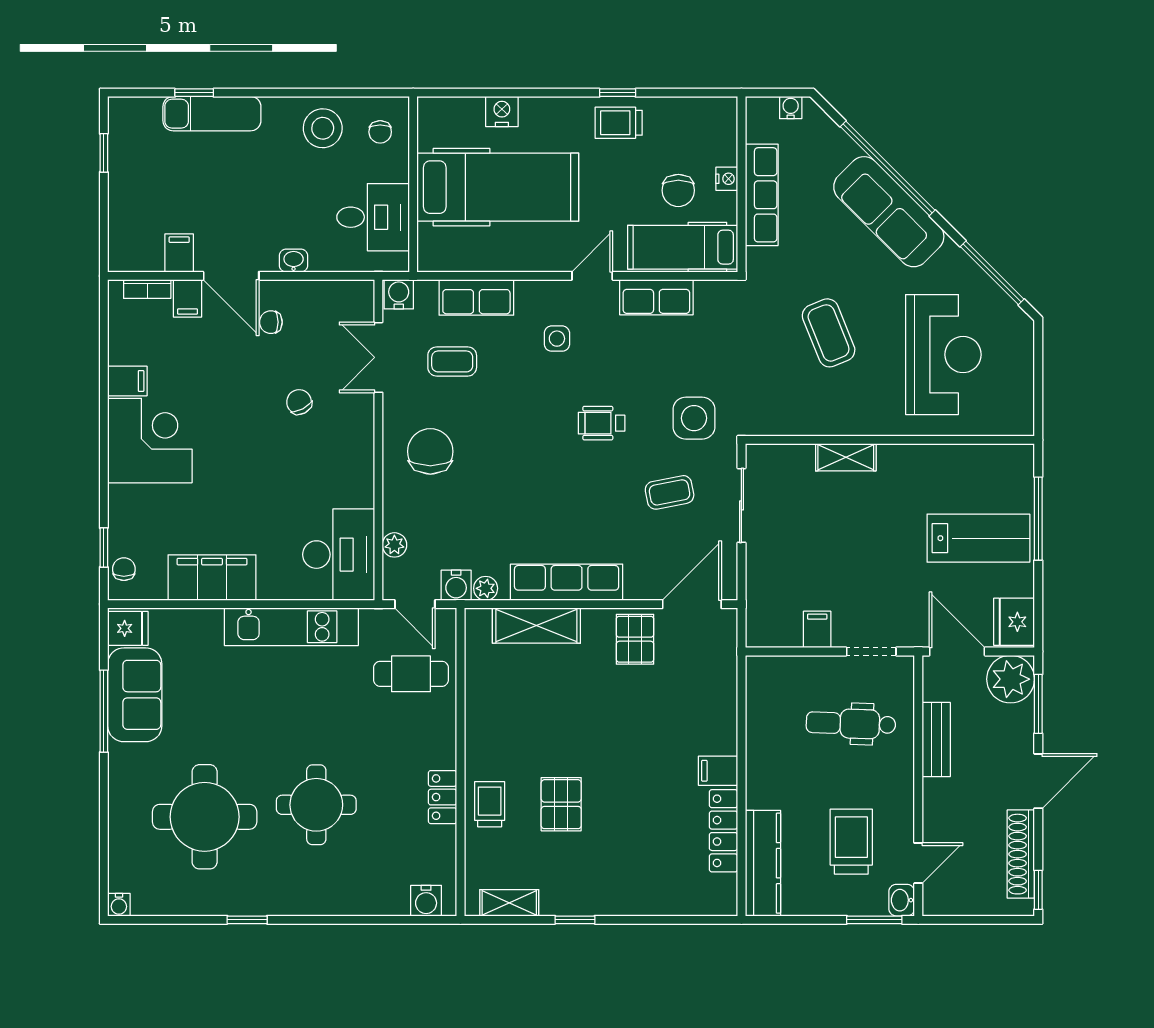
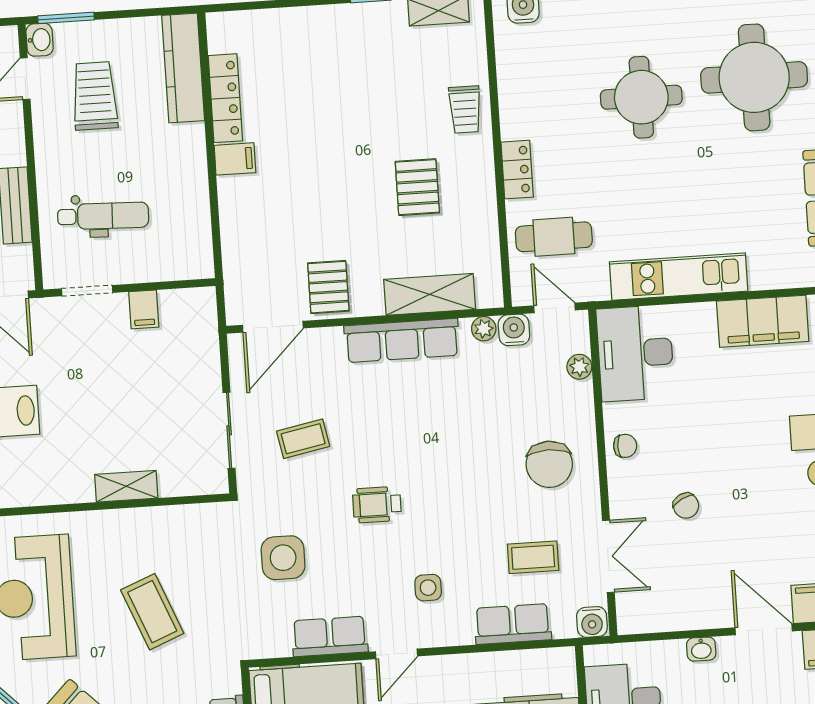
chair: (271, 322) -> (625, 446), moved
side table: (694, 418) -> (283, 558), moved
wheelchair: (602, 423) -> (377, 505), turned 180
locker: (443, 797) -> (517, 170), moved
pallet: (561, 804) -> (417, 187), moved
trolley: (851, 842) -> (95, 96), turned 180

